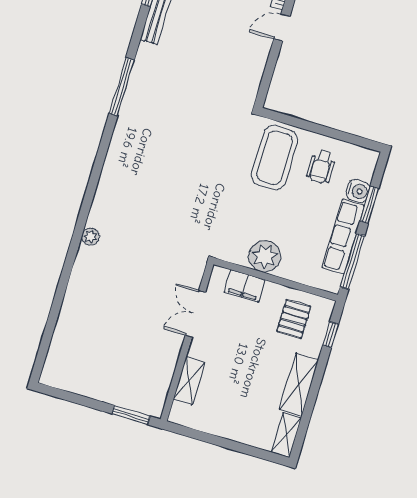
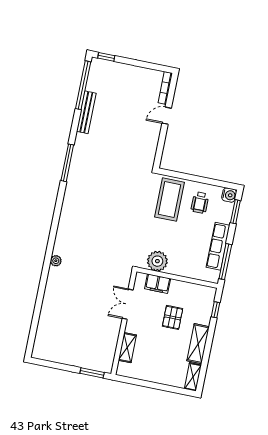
water cooler: (358, 191) -> (229, 195), moved
window: (369, 205) -> (235, 212), moved
plant: (265, 256) -> (157, 261), moved
pallet: (294, 319) -> (173, 317), moved

